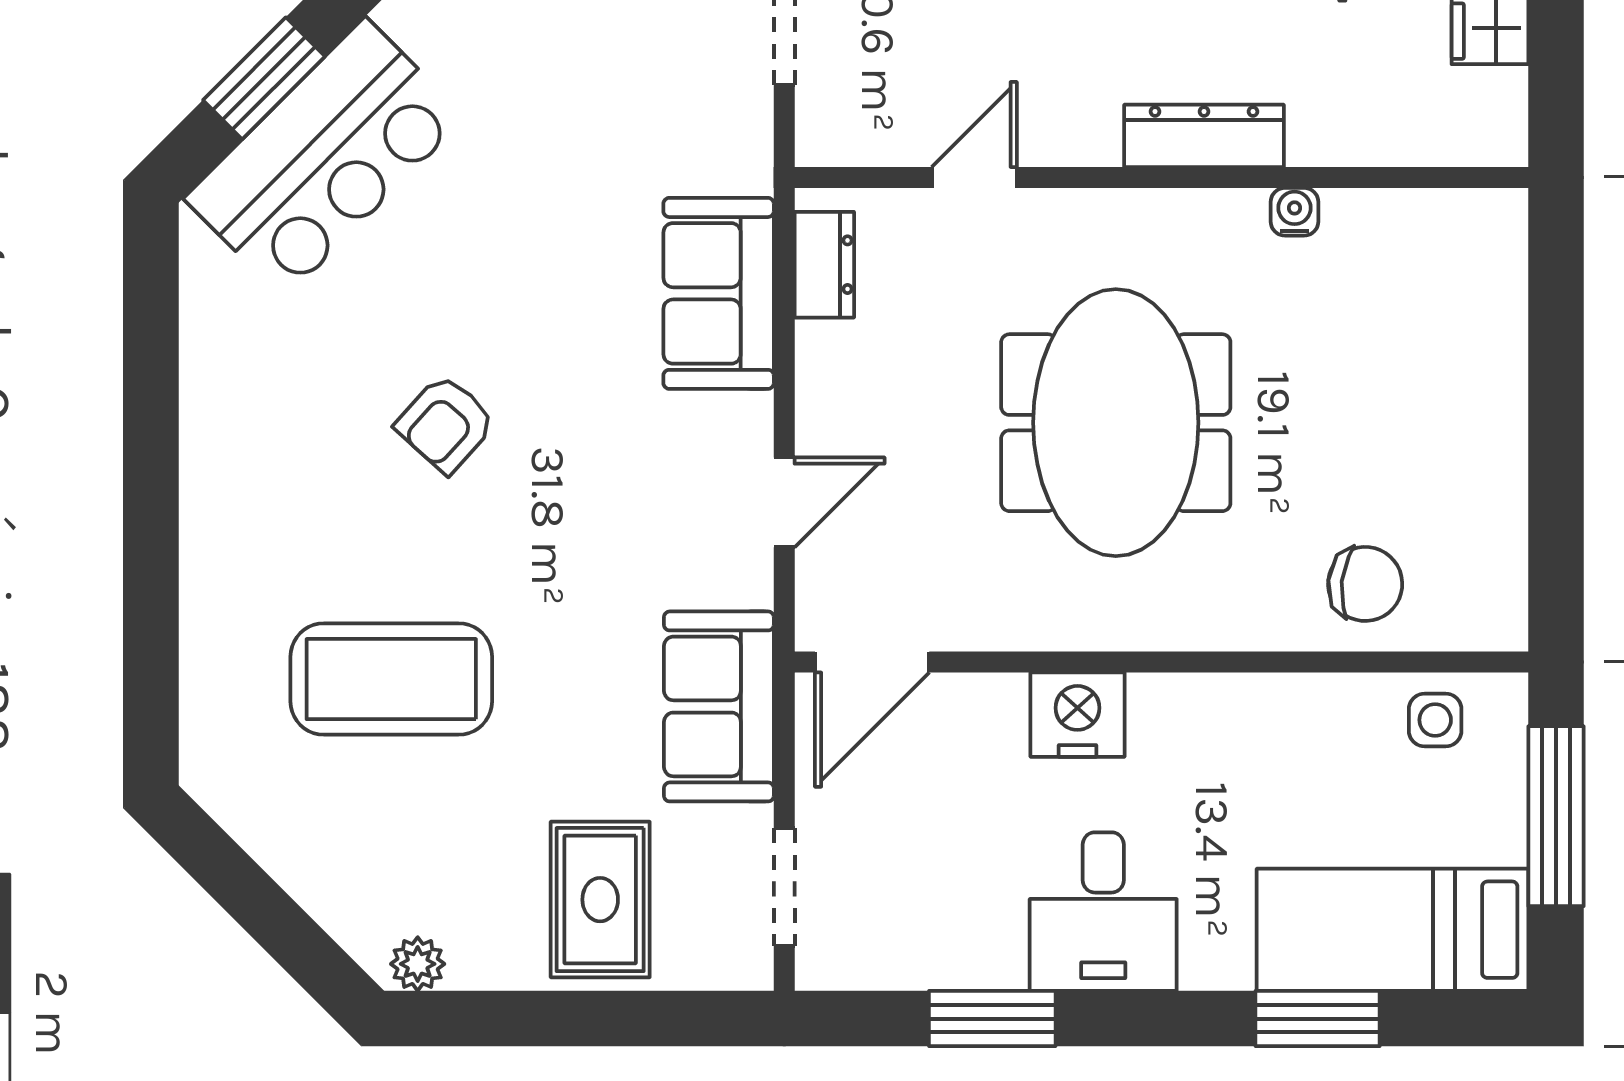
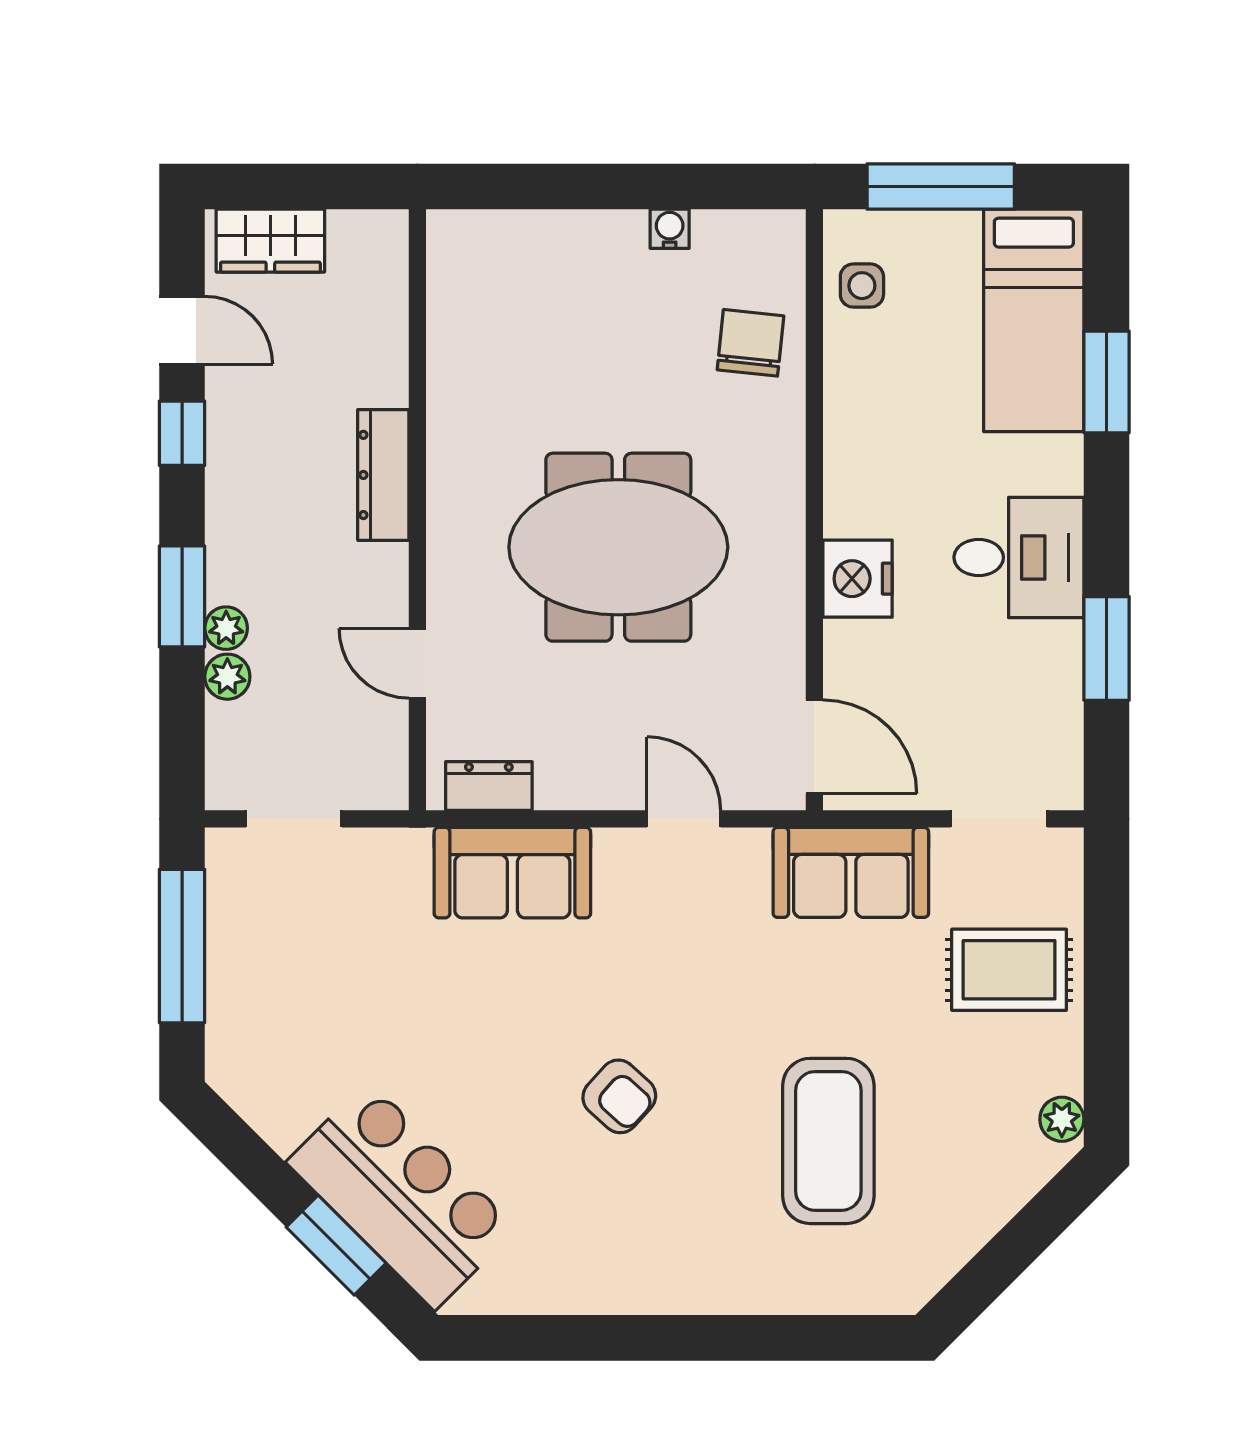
water cooler: (1294, 212) -> (670, 229), moved, turned 90

